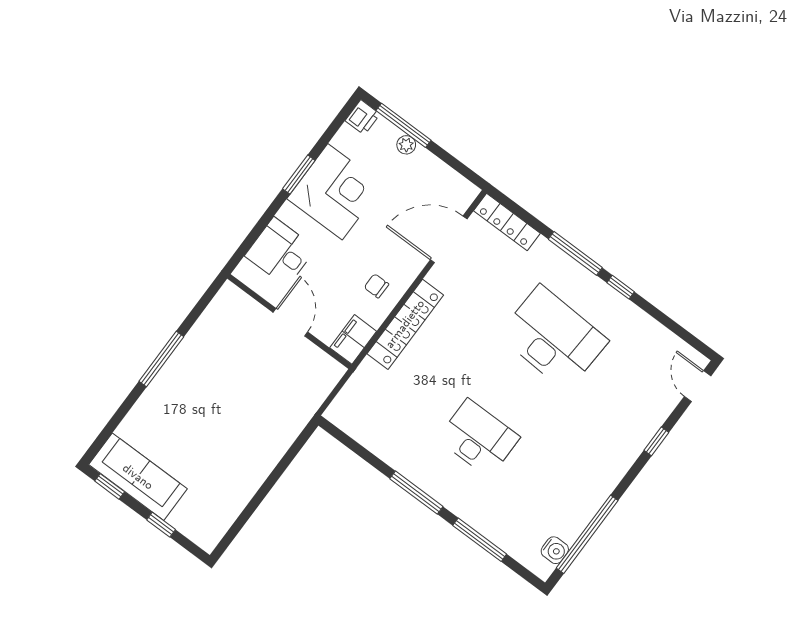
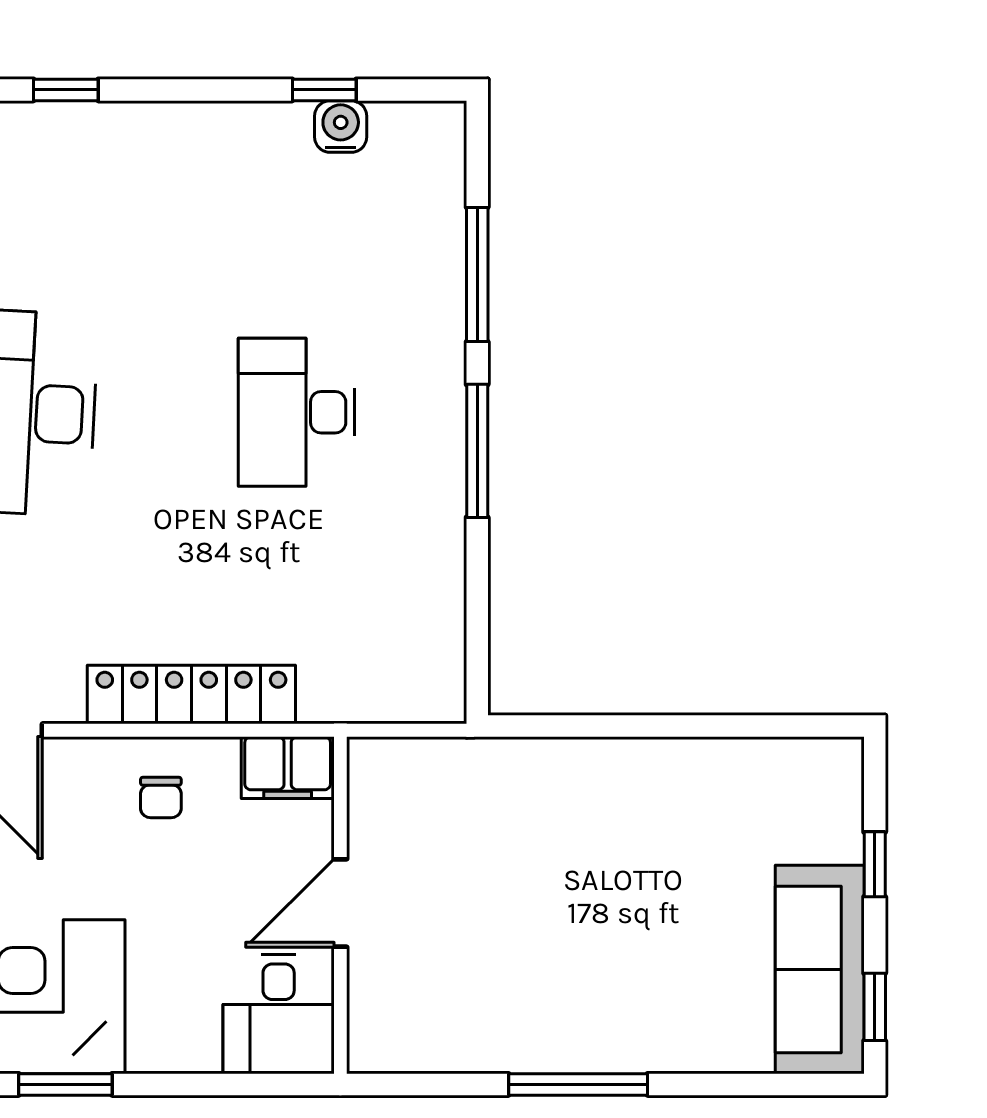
desk: (280, 252) -> (279, 1014), moved
window: (587, 534) -> (324, 90), width x0.32
water cooler: (555, 550) -> (341, 127), moved

